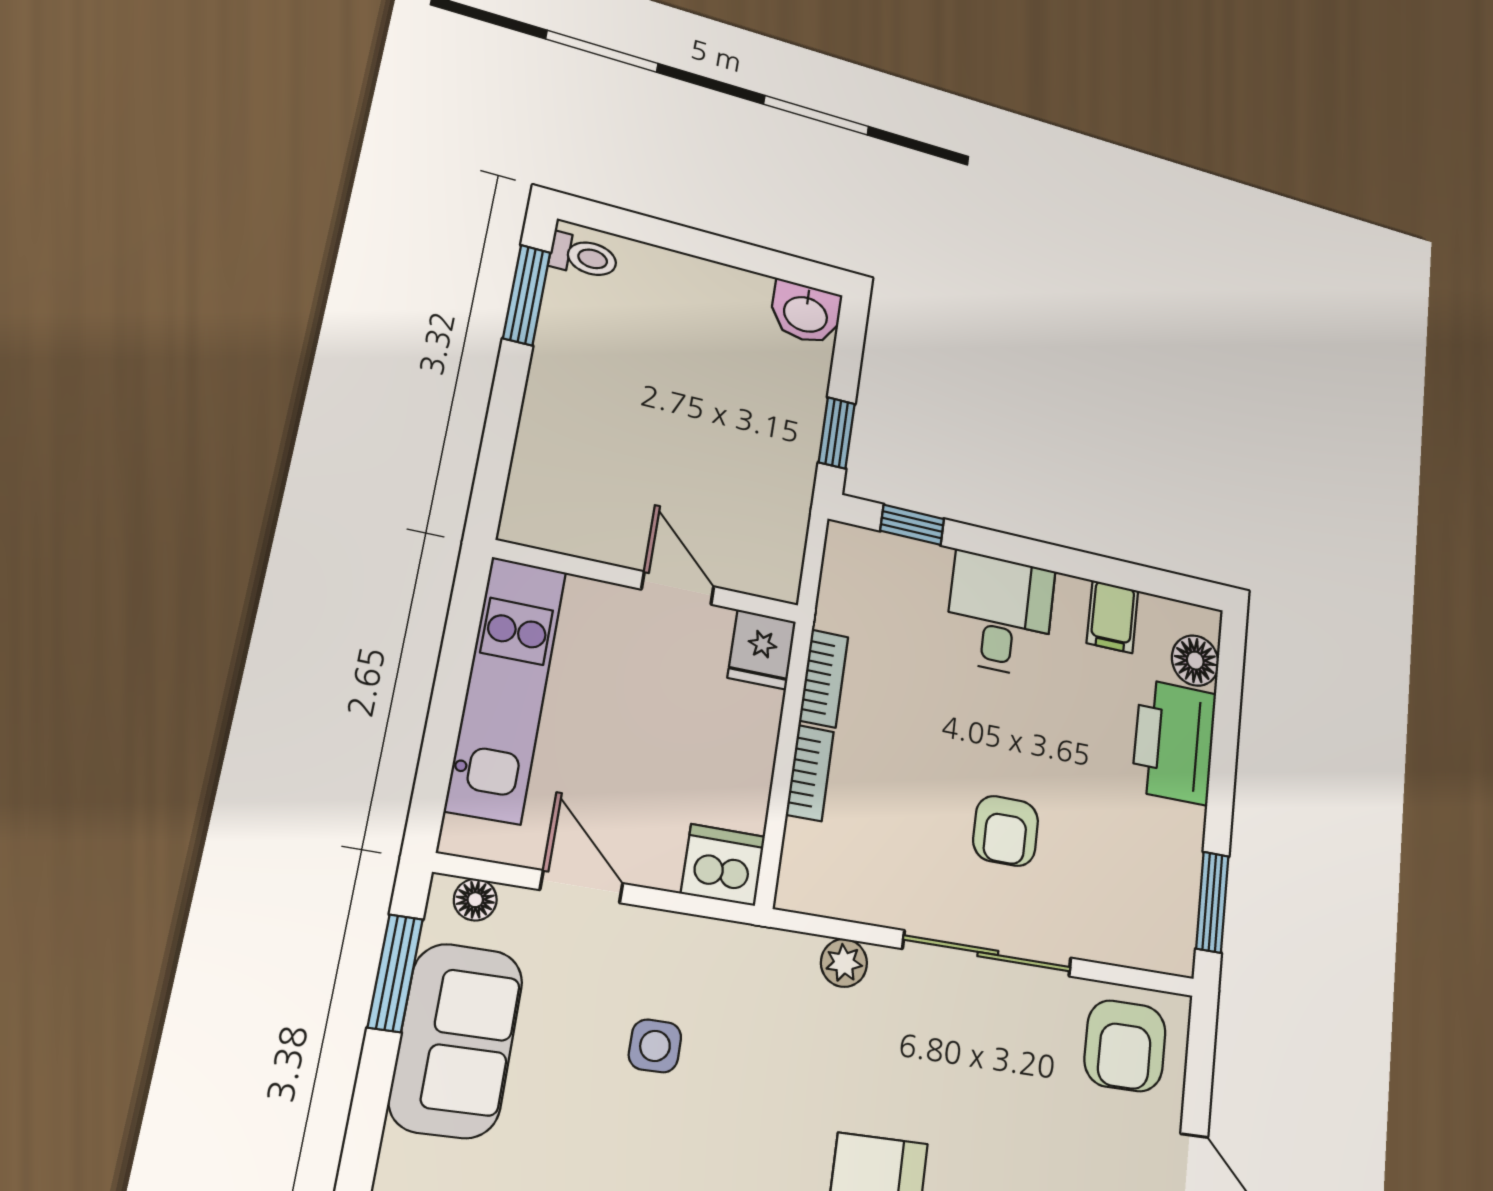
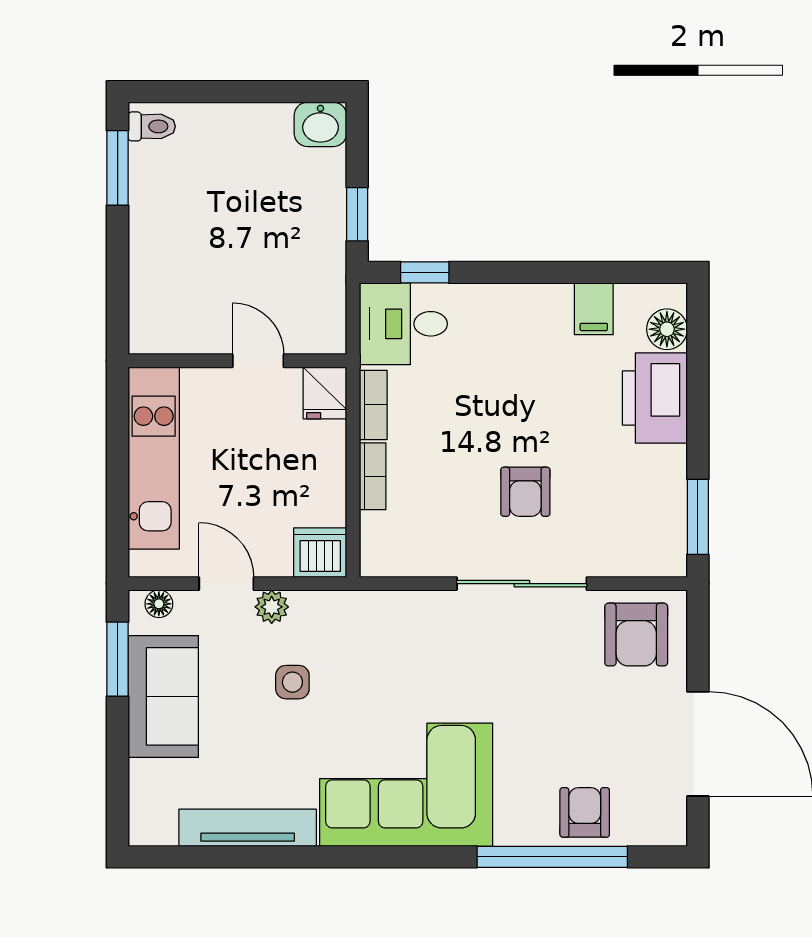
desk: (1000, 614) -> (403, 324), moved, turned -90
plant: (844, 963) -> (272, 607), moved

